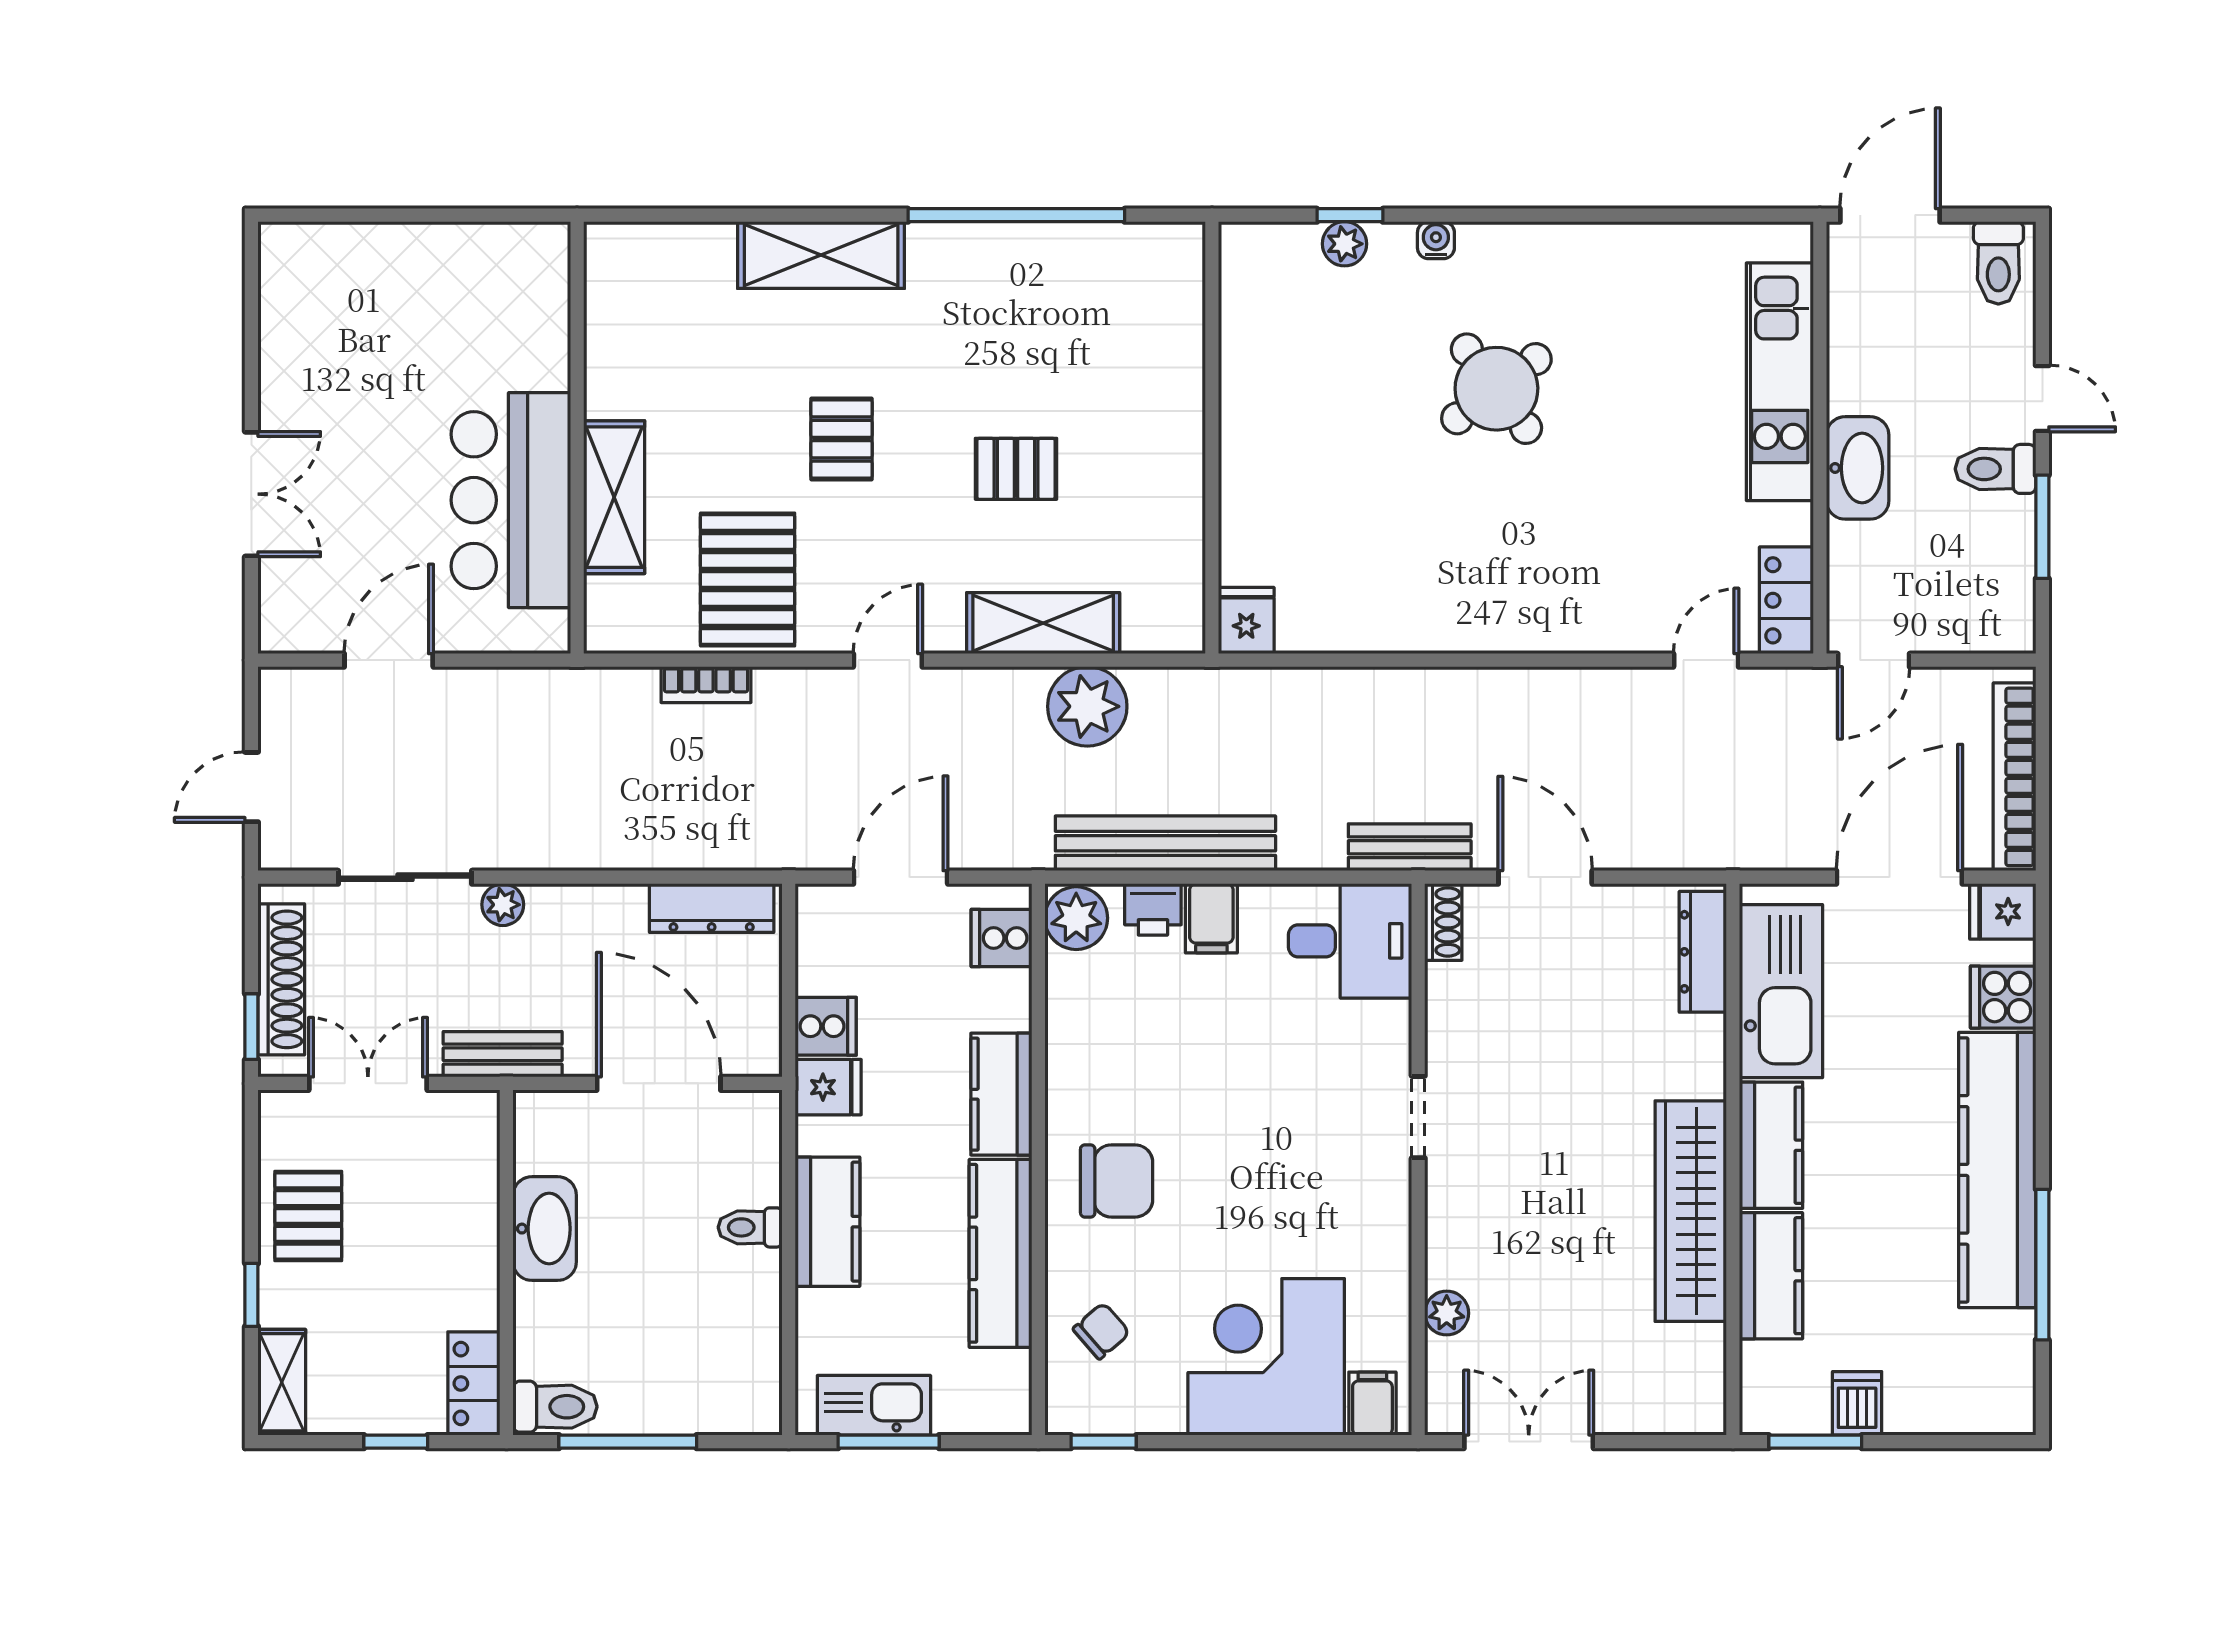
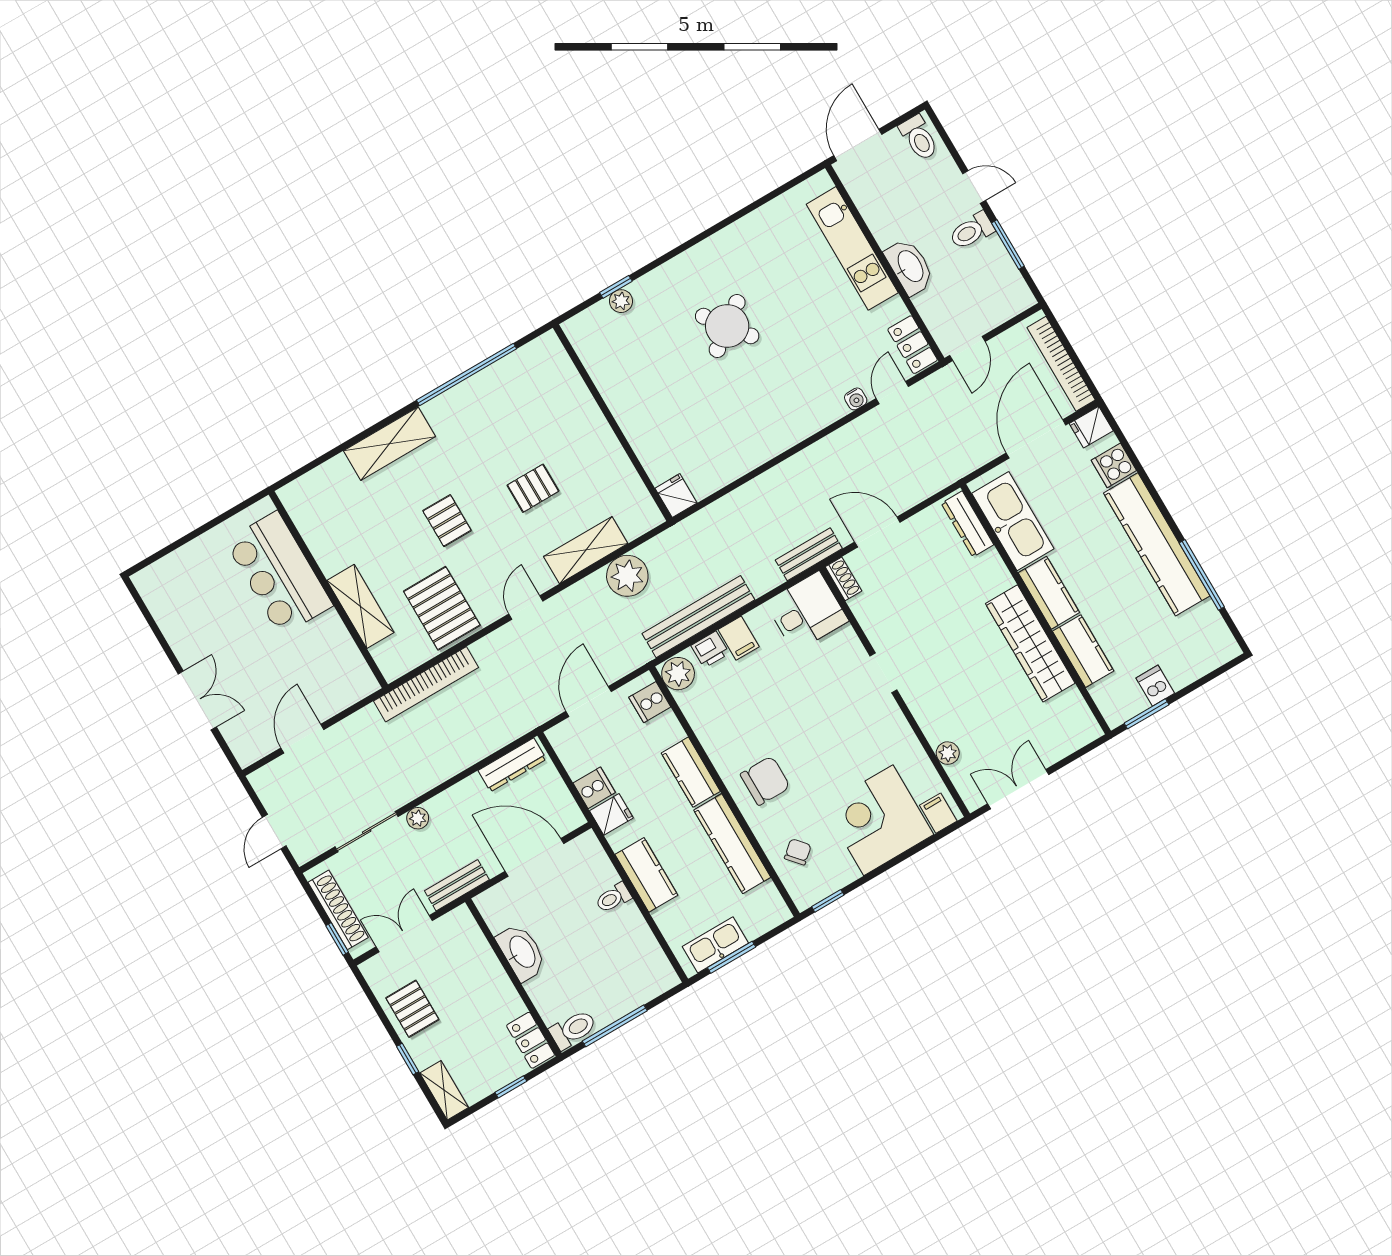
water cooler: (1436, 240) -> (856, 399), moved, turned 180
bar counter: (511, 500) -> (279, 573), moved
bookcase: (706, 685) -> (426, 684), width x2.31, depth x1.31

